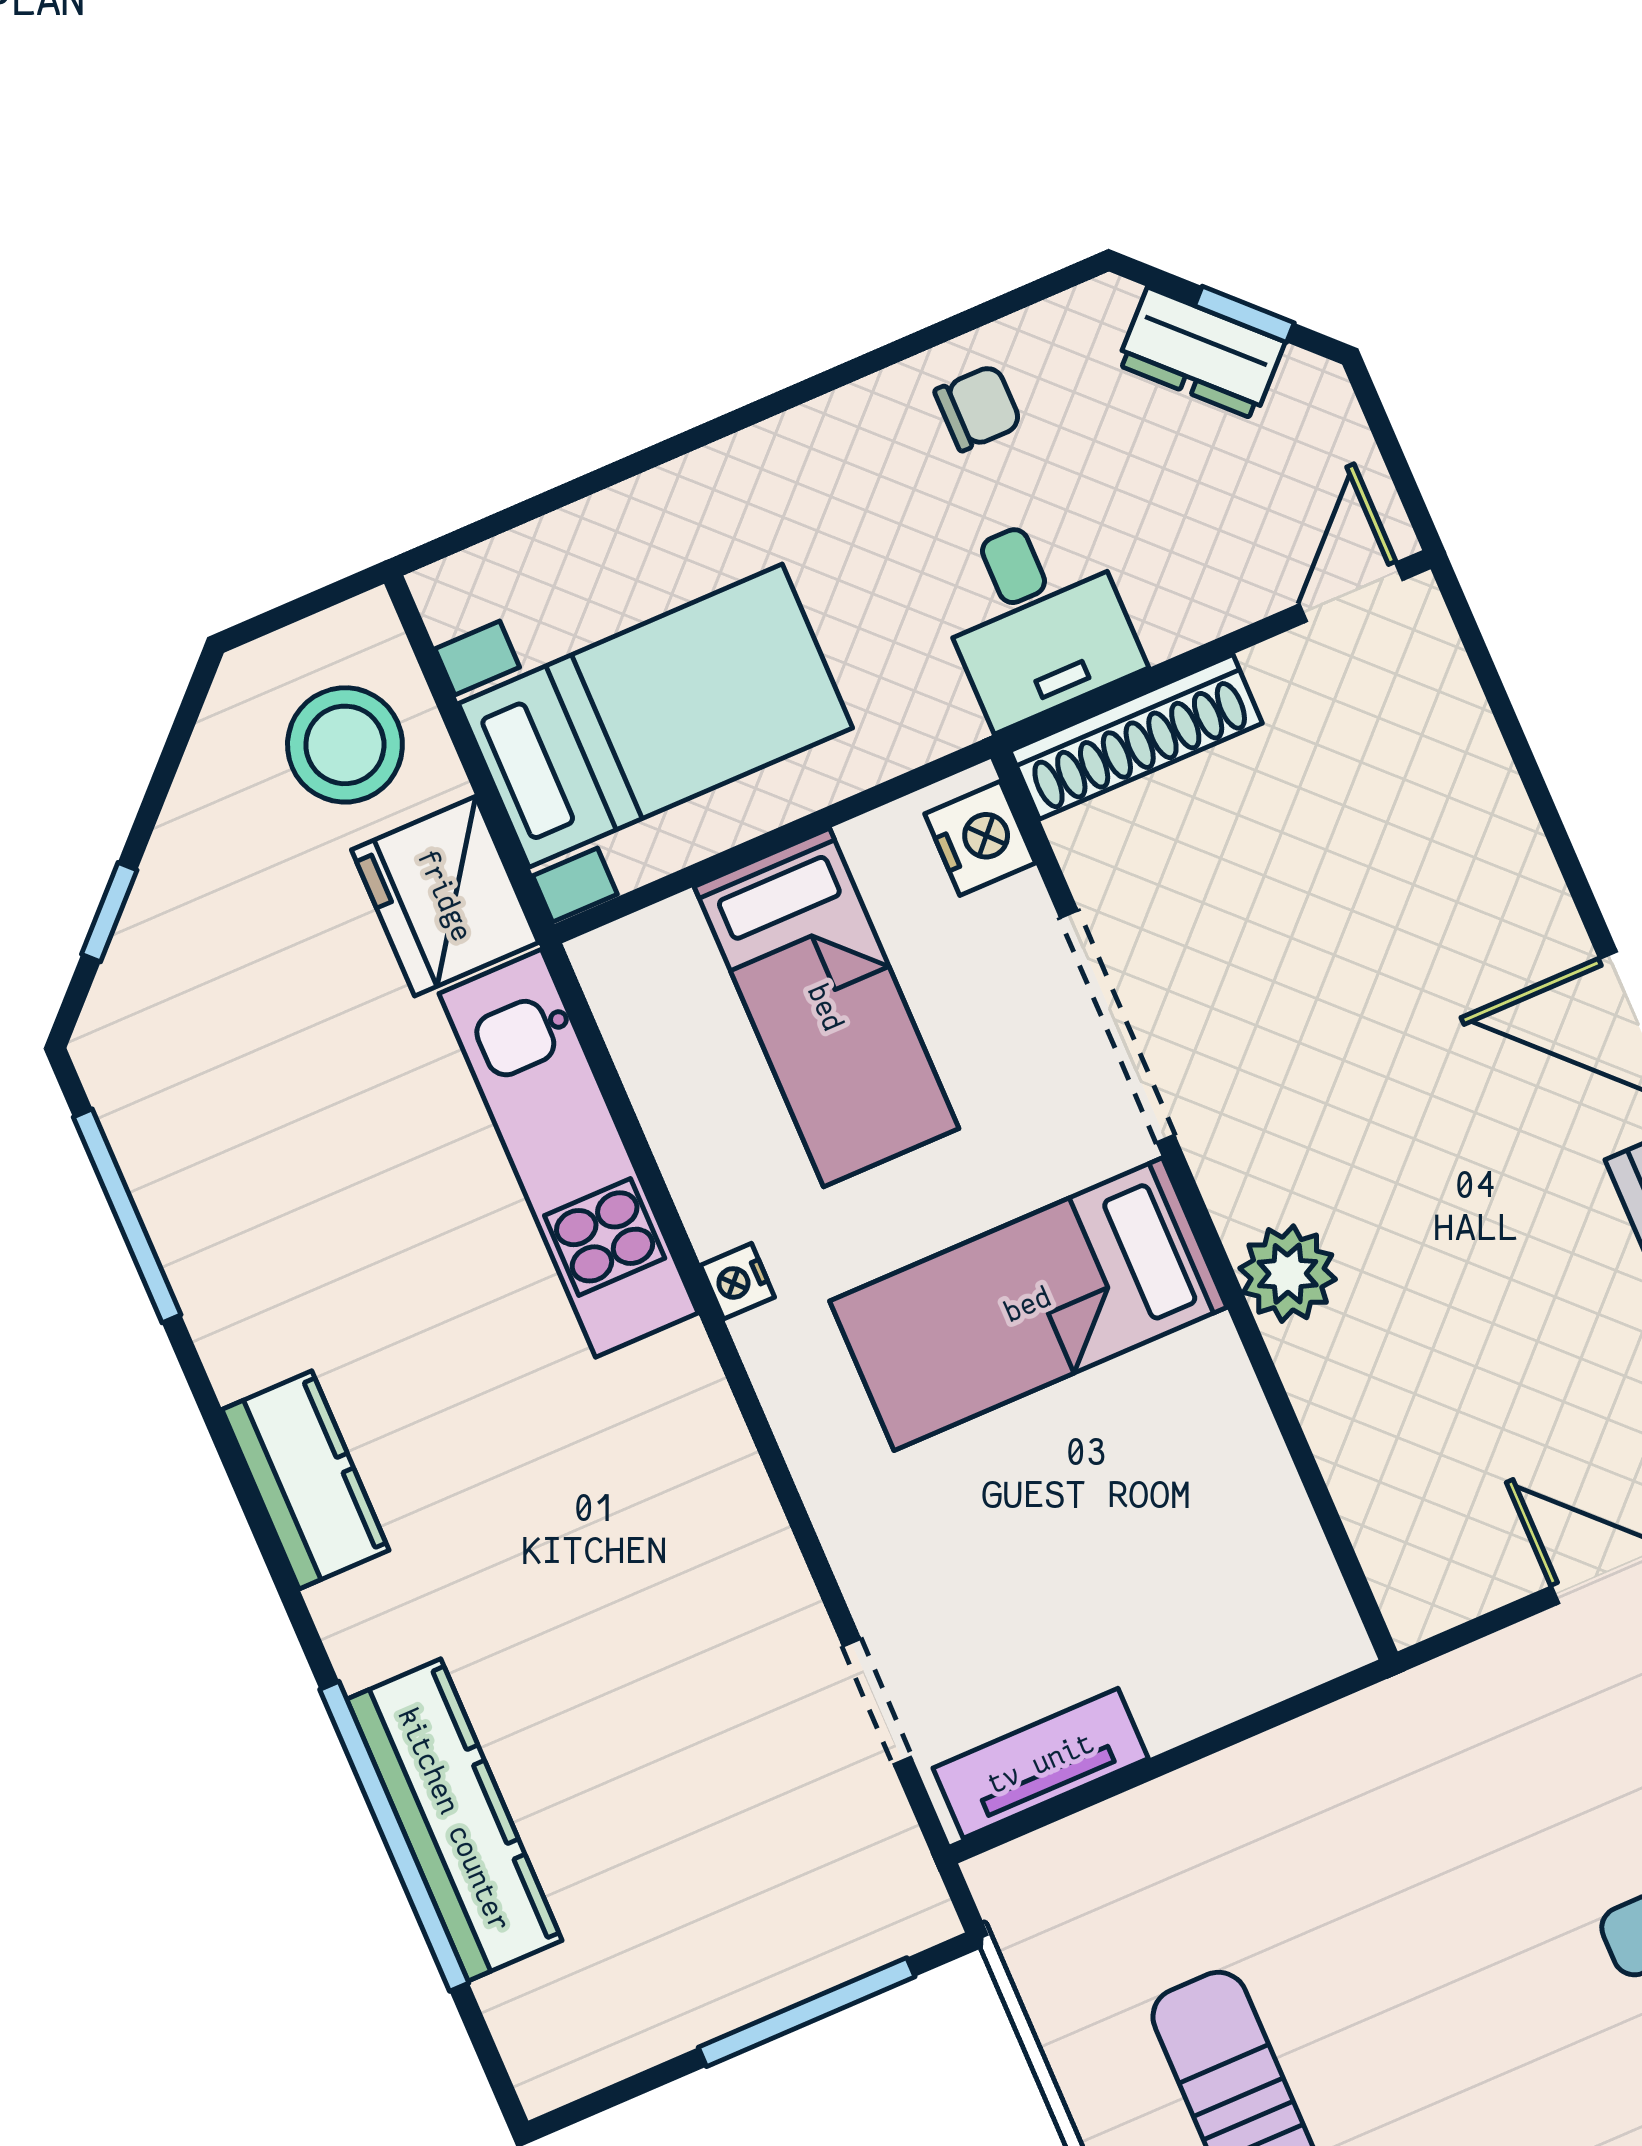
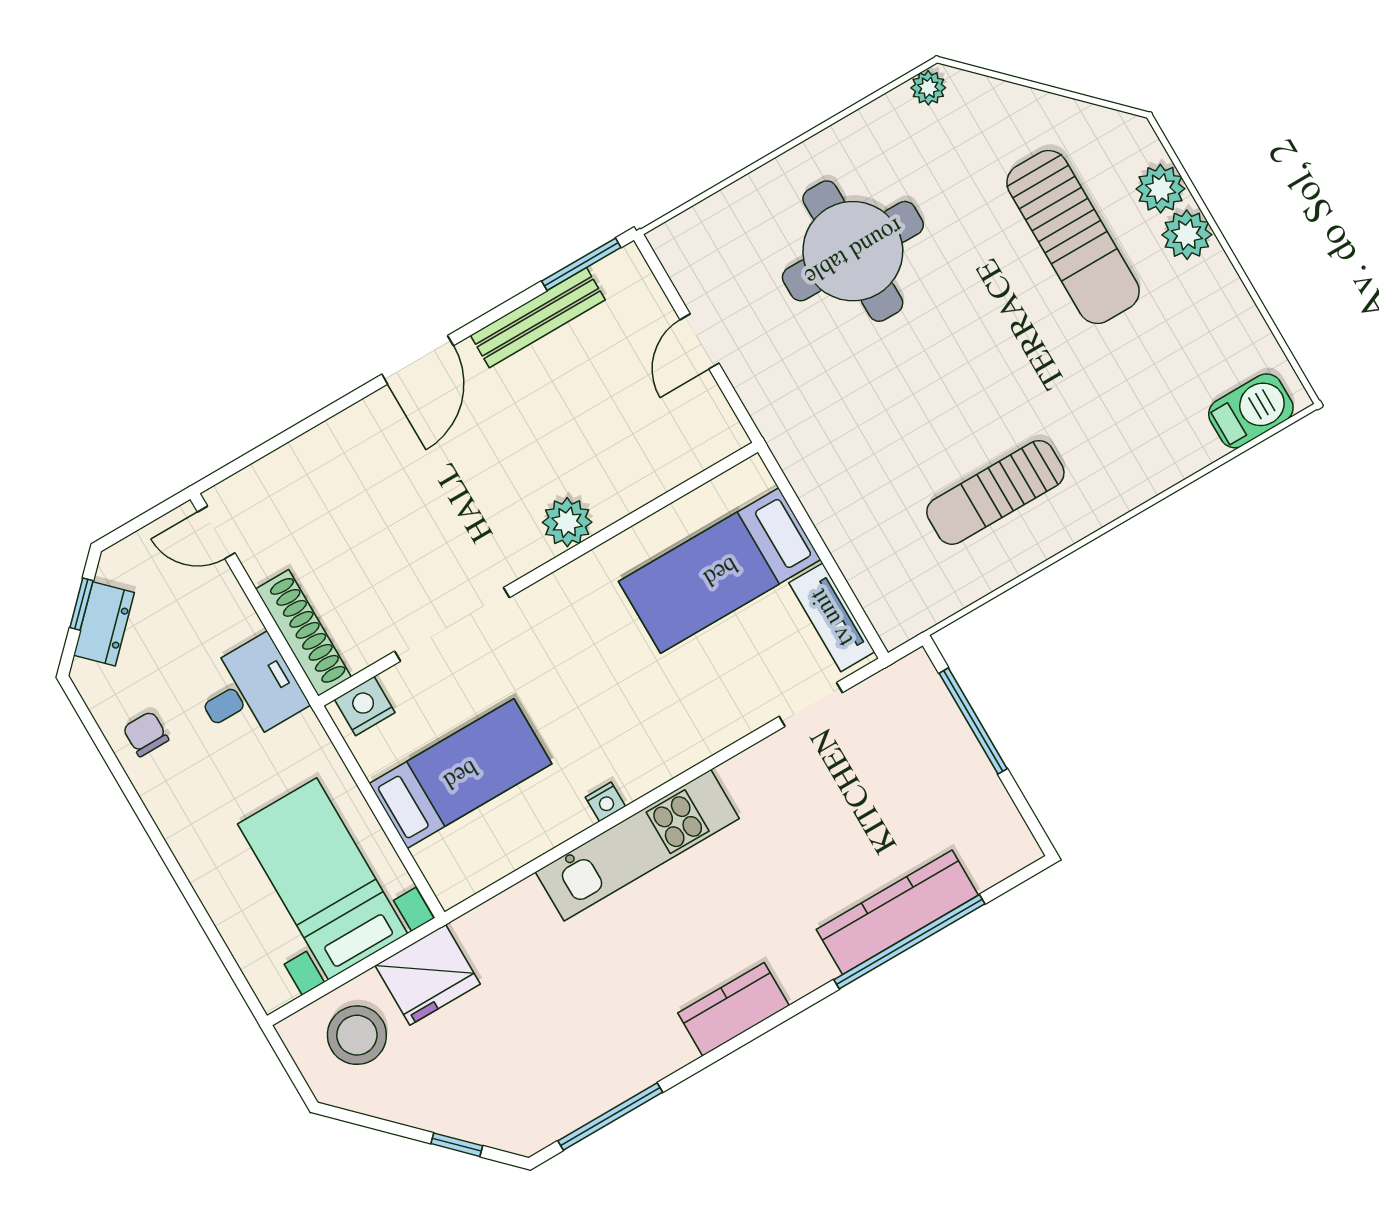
kitchen unit: (569, 1153) -> (637, 845), moved
bed: (1028, 1304) -> (720, 571), moved, turned 90

